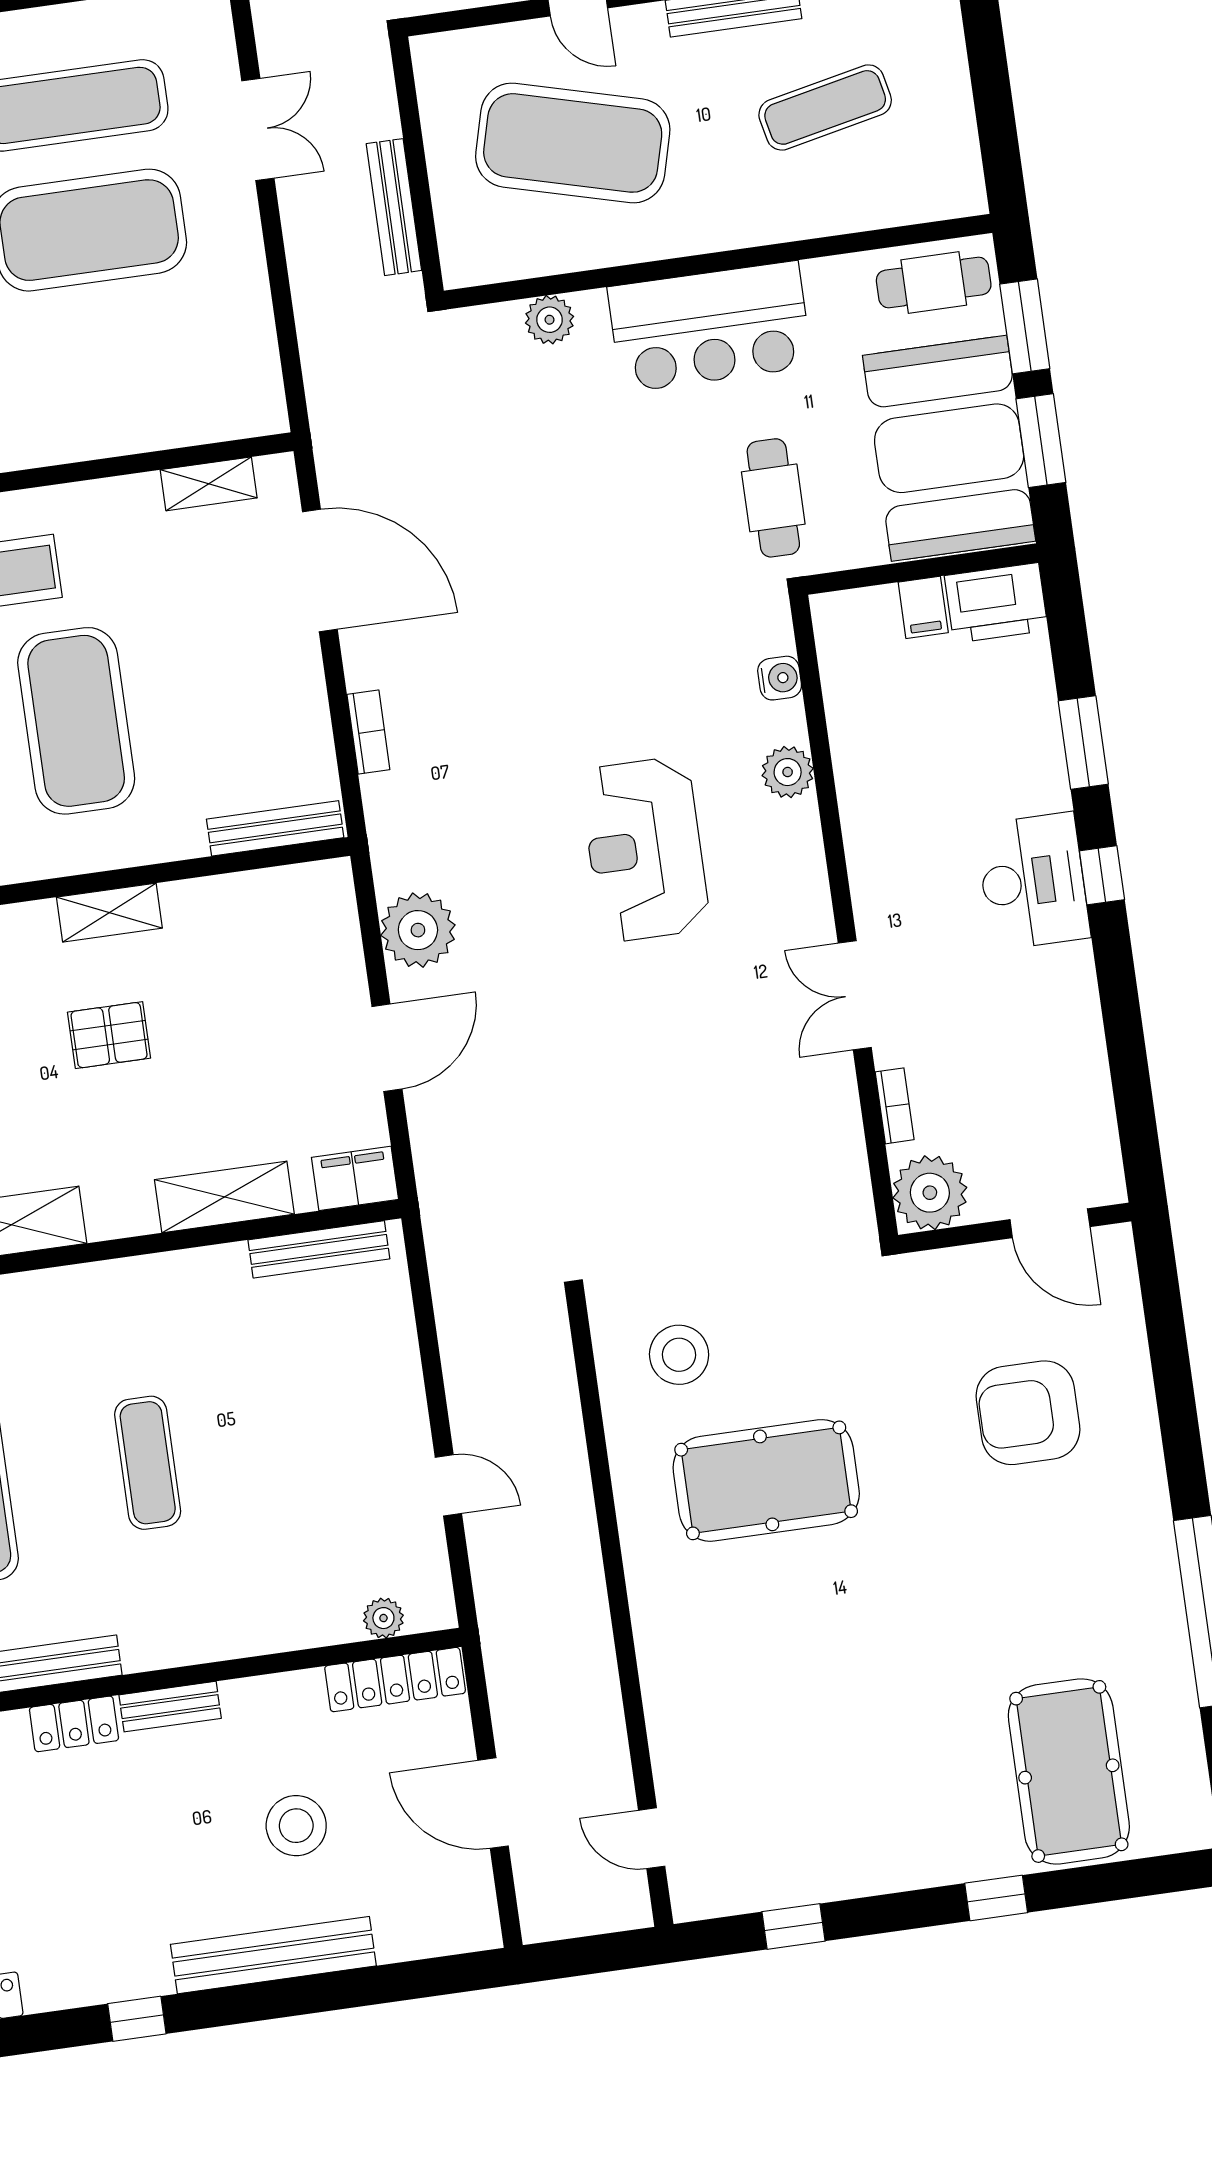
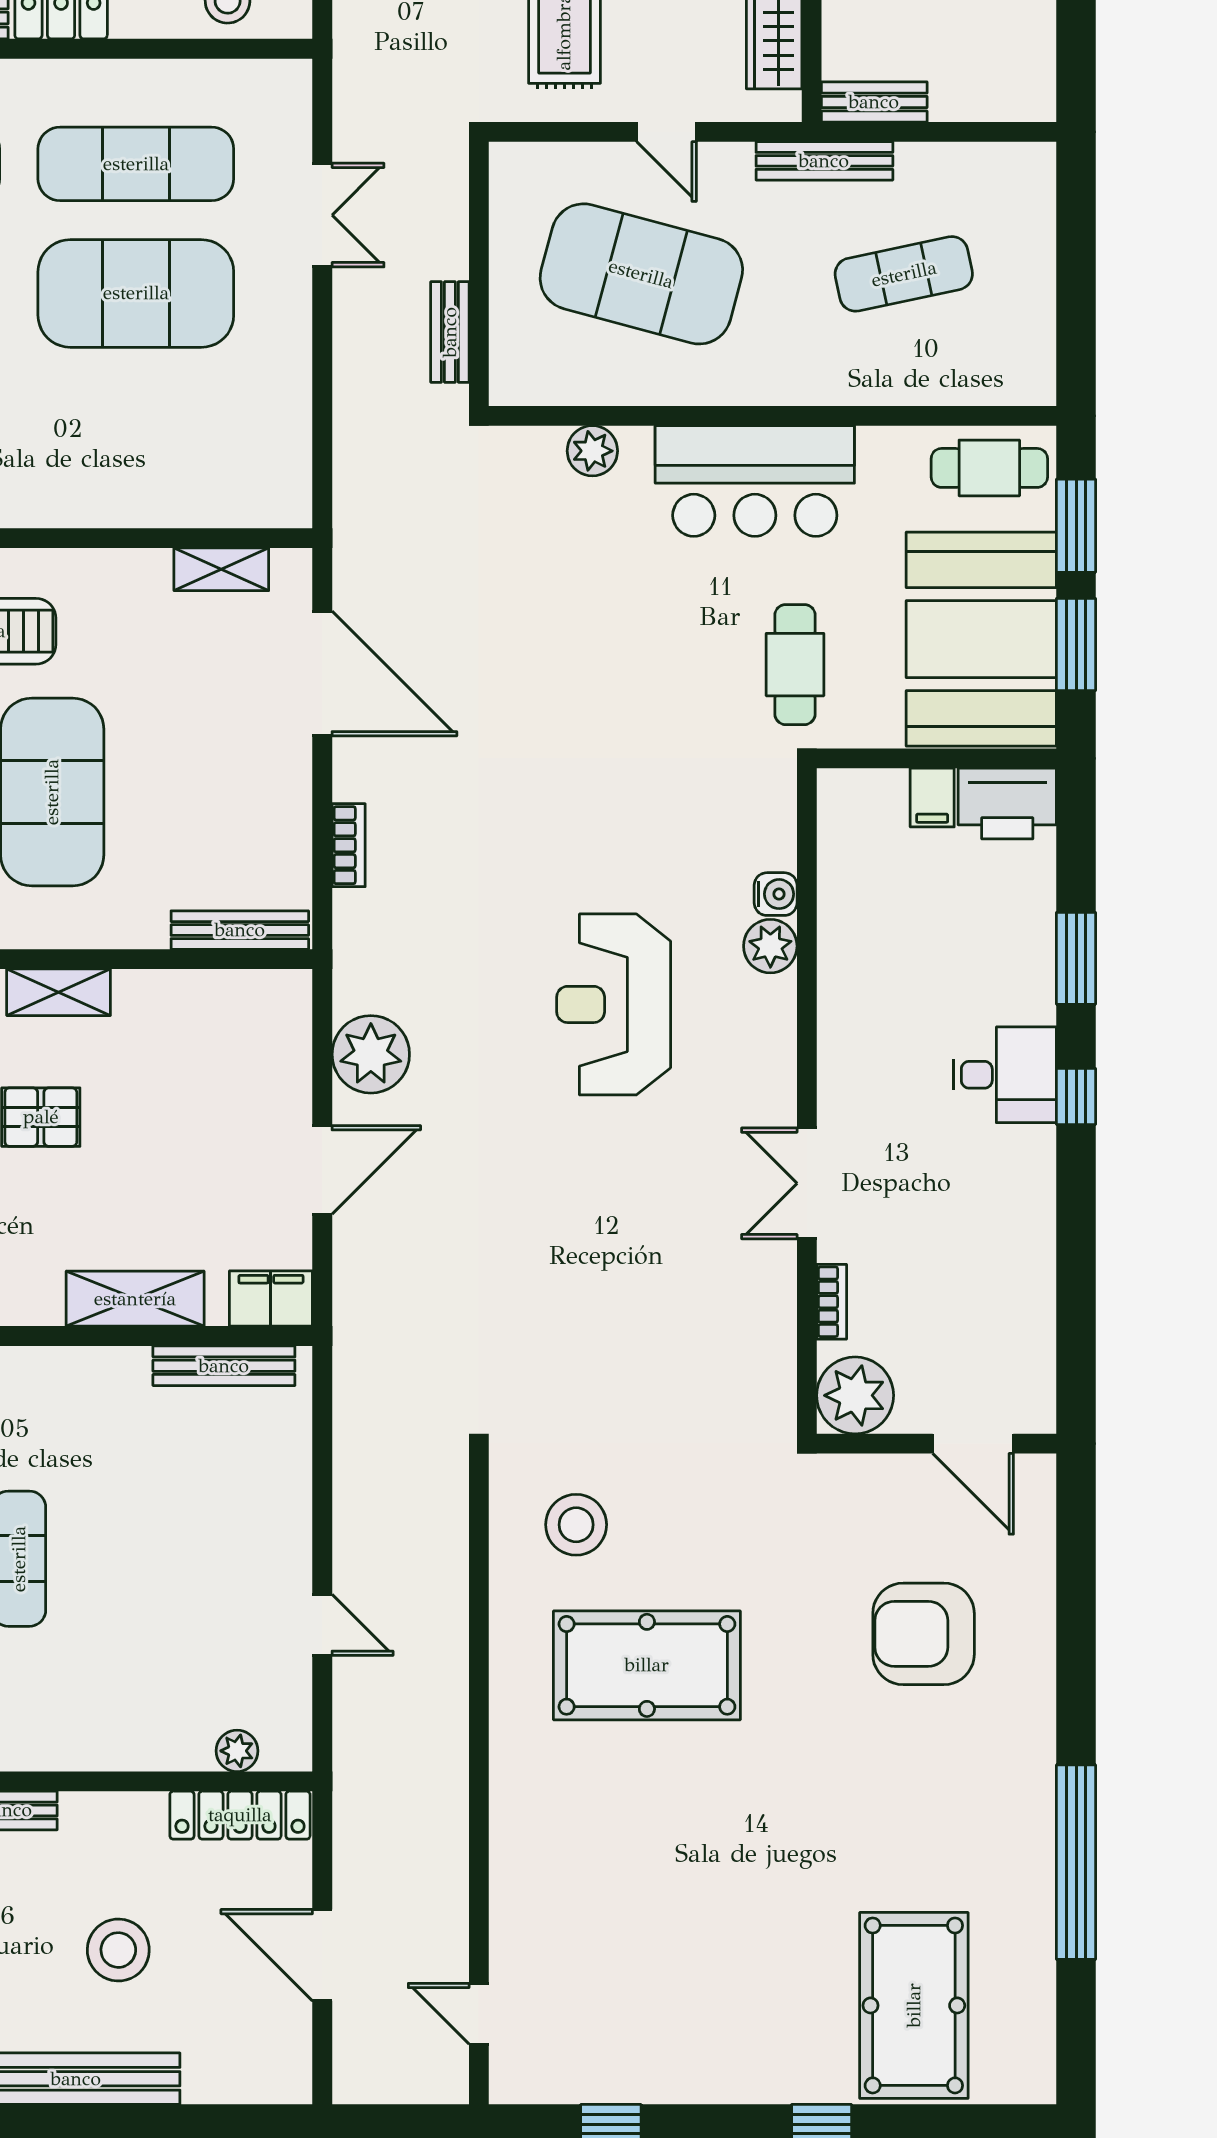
bench: (394, 207) -> (450, 332), width x0.73
water cooler: (780, 678) -> (776, 894), moved
desk: (1033, 881) -> (1005, 1075), width x0.73

